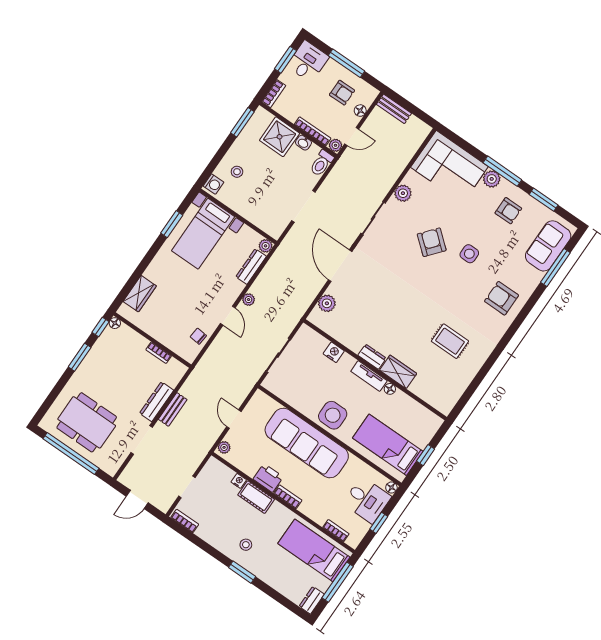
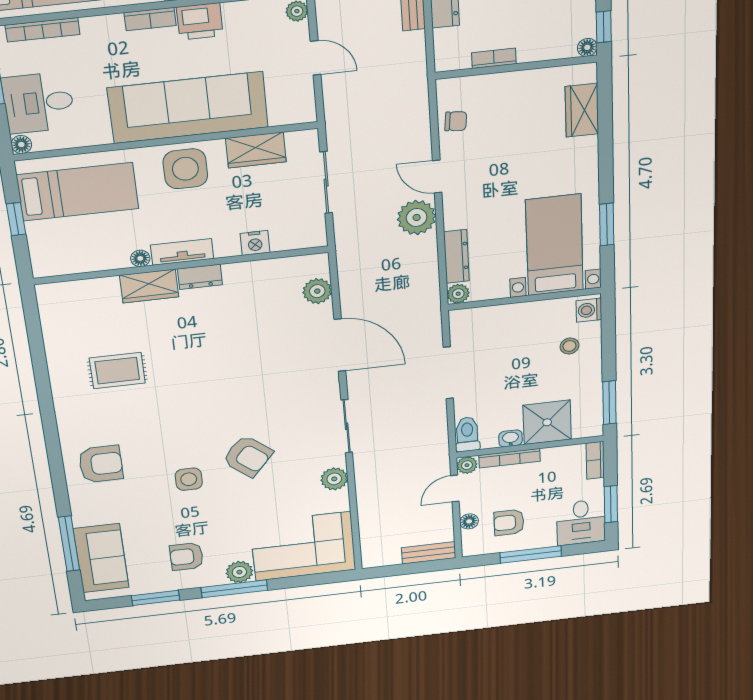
plant: (249, 300) -> (417, 217), width x1.88, depth x1.88
wardrobe: (295, 398) -> (256, 150), added
bookcase: (336, 531) -> (43, 30), width x1.56

